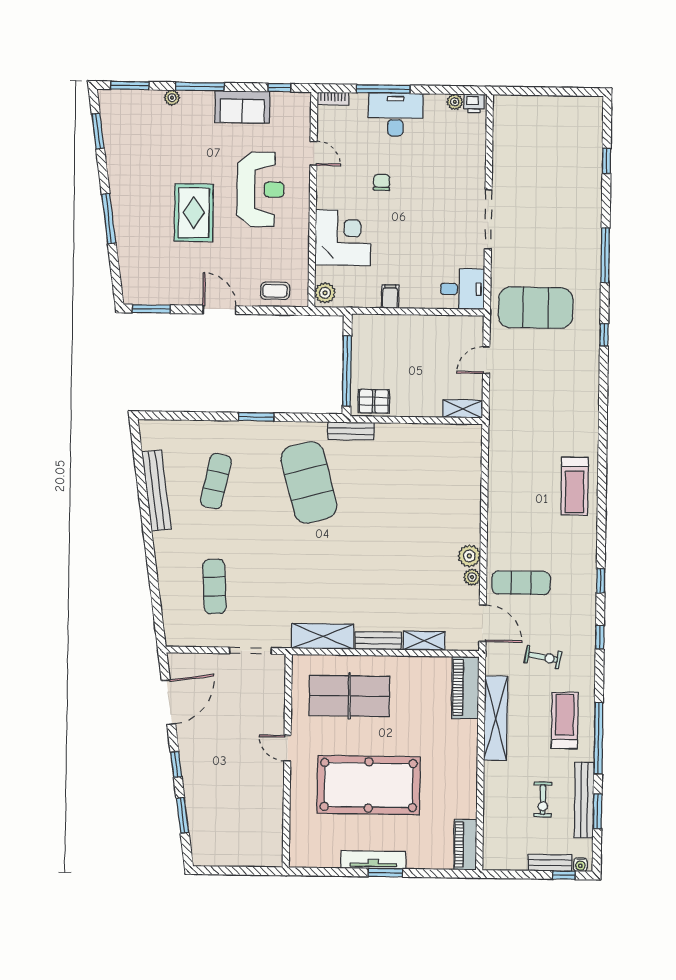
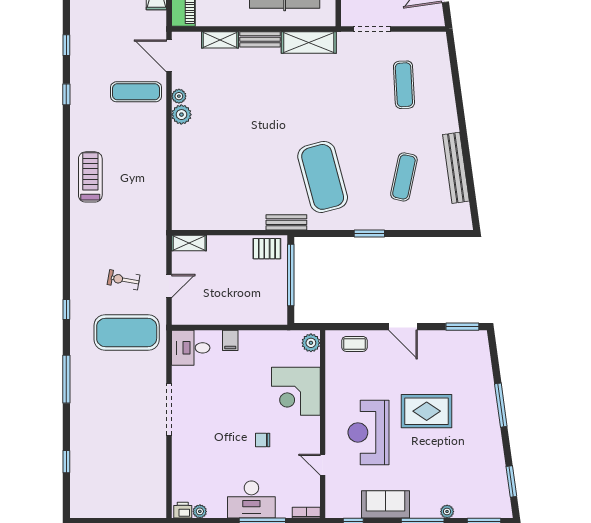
chair: (382, 182) -> (263, 440), turned 90
rug: (194, 213) -> (427, 411), turned 90
filing cabinet: (390, 297) -> (230, 340), moved
exercise bike: (543, 657) -> (124, 280), moved

